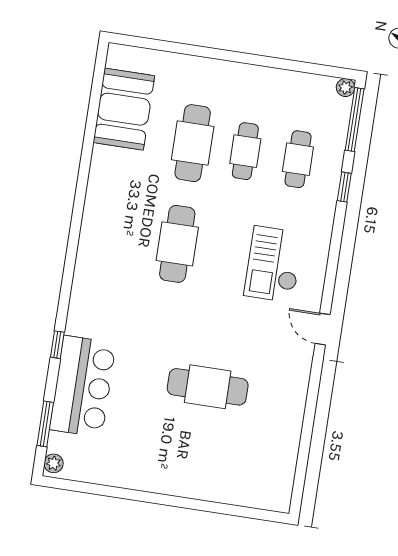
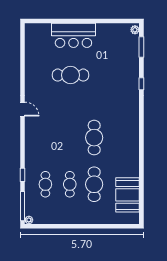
checkout: (274, 264) -> (49, 135), removed
bar counter: (83, 386) -> (73, 35), moved, turned -90

